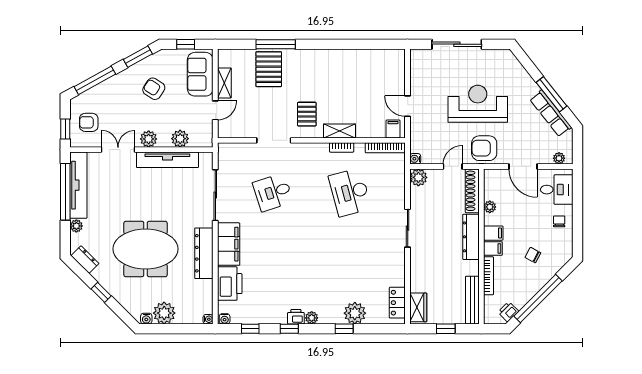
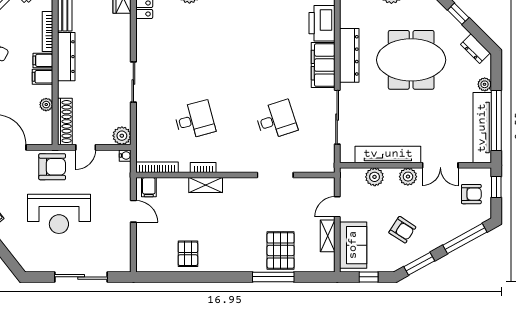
pallet: (307, 114) -> (188, 254), moved
desk: (350, 192) -> (195, 120), width x0.73
dresser: (471, 237) -> (66, 57), moved

